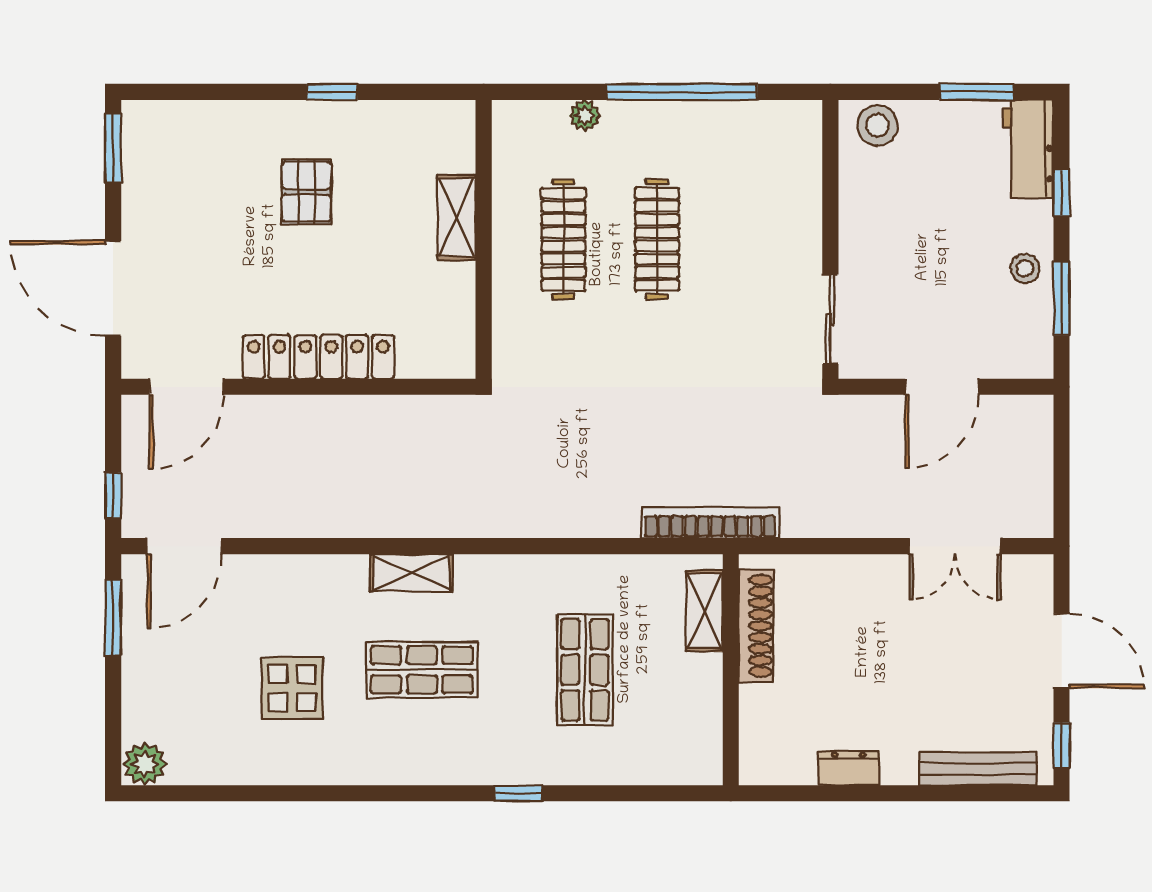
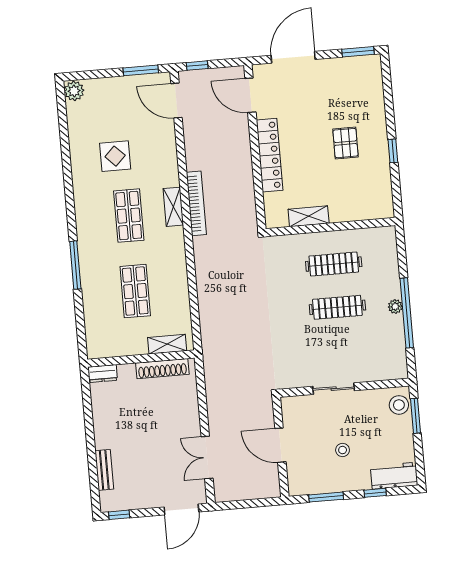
window: (977, 92) -> (416, 416), moved
plant: (585, 115) -> (395, 307), moved
pallet: (306, 192) -> (346, 143), turned 90
shelving: (457, 217) -> (309, 216), moved
stool: (1025, 268) -> (343, 450), moved
sliding door: (830, 319) -> (334, 389), moved
bookcase: (710, 523) -> (196, 203), moved
door: (1062, 651) -> (181, 509), moved
shop shelf: (585, 670) -> (135, 291), turned 90
dresser: (849, 768) -> (103, 374), moved, turned 90
bench: (978, 769) -> (104, 470), width x0.73
window: (518, 793) -> (75, 265), width x2.17

